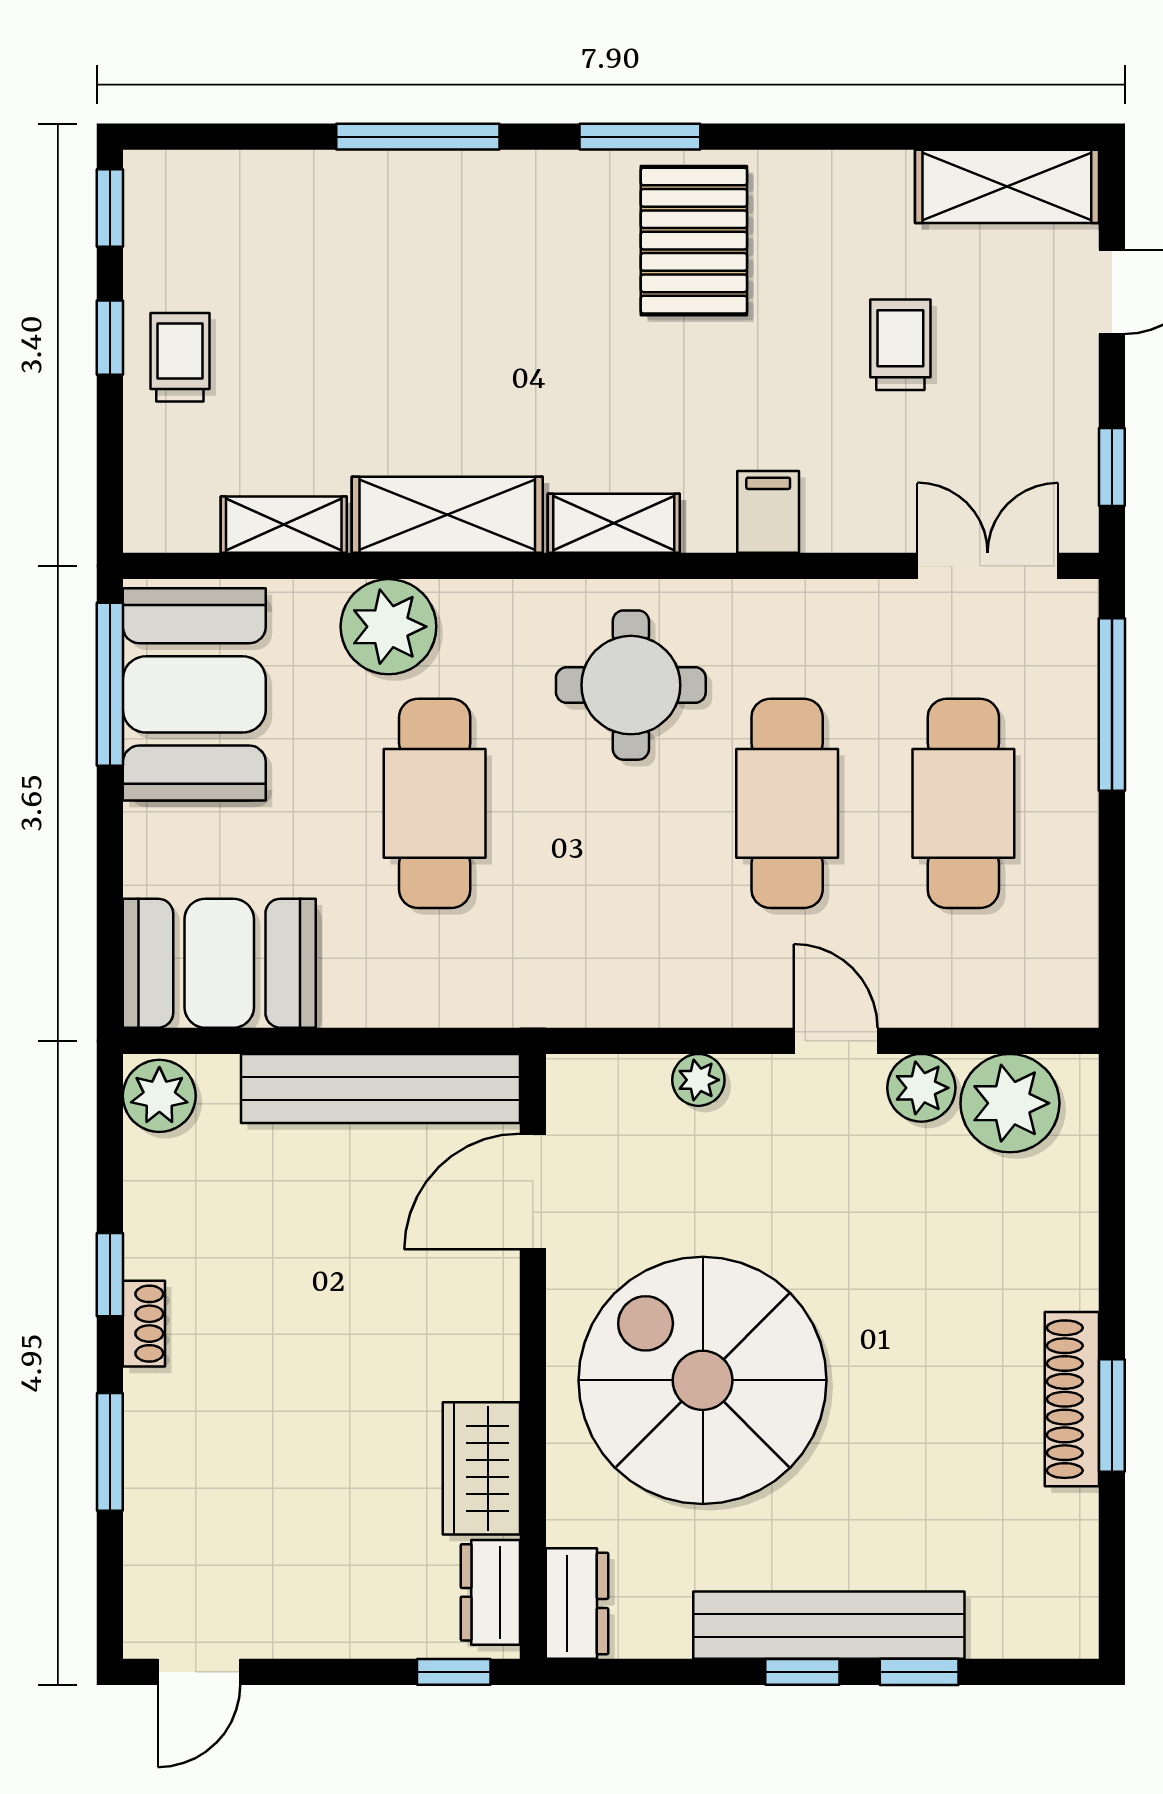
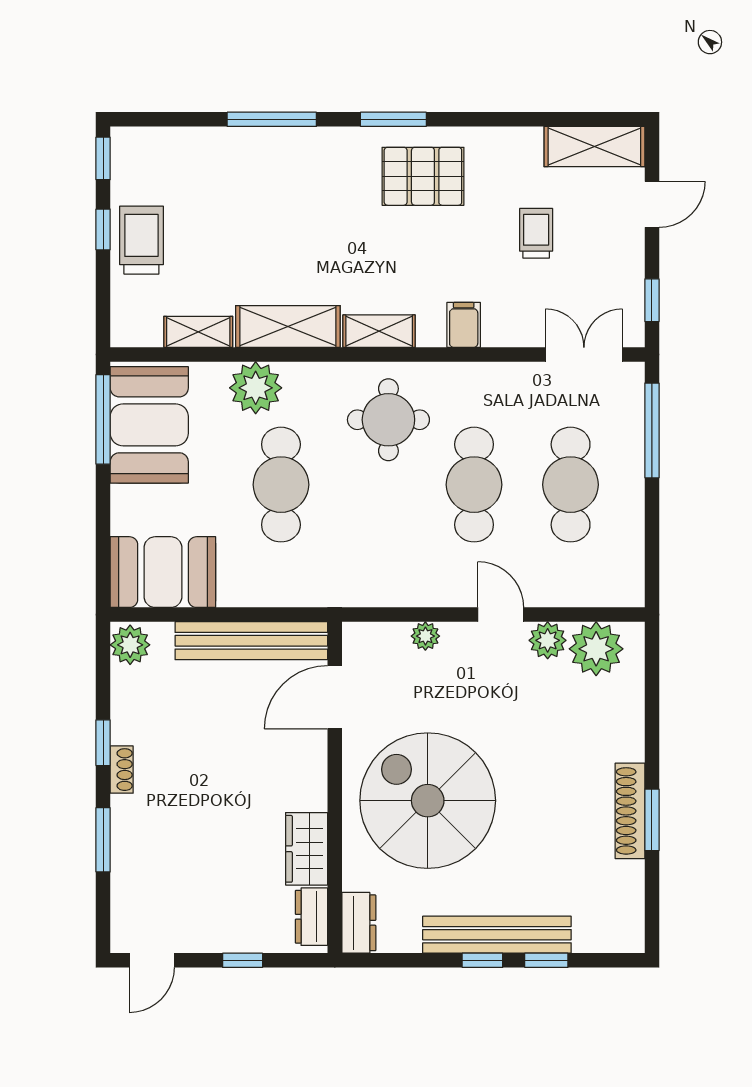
pallet: (694, 241) -> (423, 176), turned 90
trolley: (180, 357) -> (141, 240), width x1.36, depth x1.39
window: (454, 1672) -> (243, 960), moved

